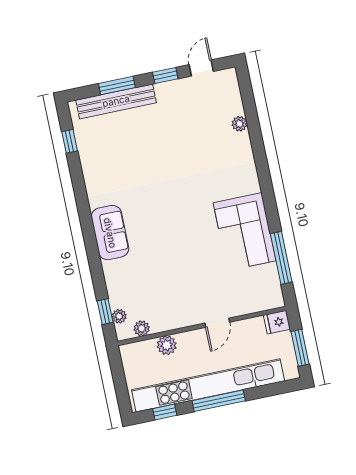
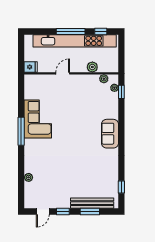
window: (281, 258) -> (21, 131), moved
window: (300, 348) -> (21, 51), removed

